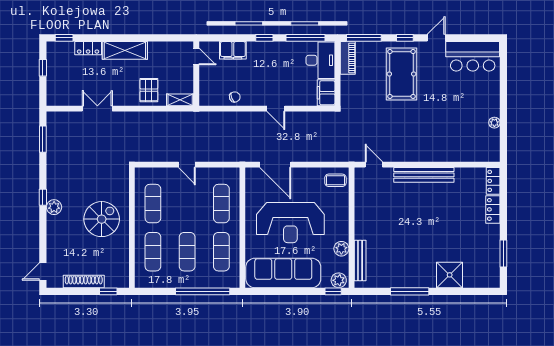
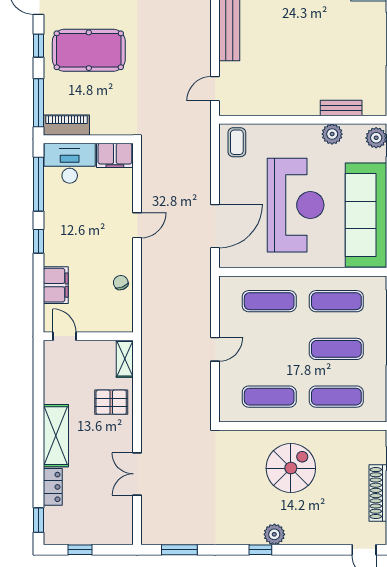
door: (196, 57) -> (64, 336), hinge flipped
spiral stairs: (102, 219) -> (291, 468), turned 90
bench: (360, 261) -> (341, 108), width x0.73

